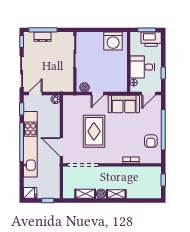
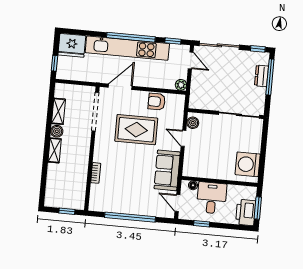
armchair: (151, 141) -> (157, 102), moved
fridge: (30, 193) -> (72, 45), width x1.88, depth x1.34

